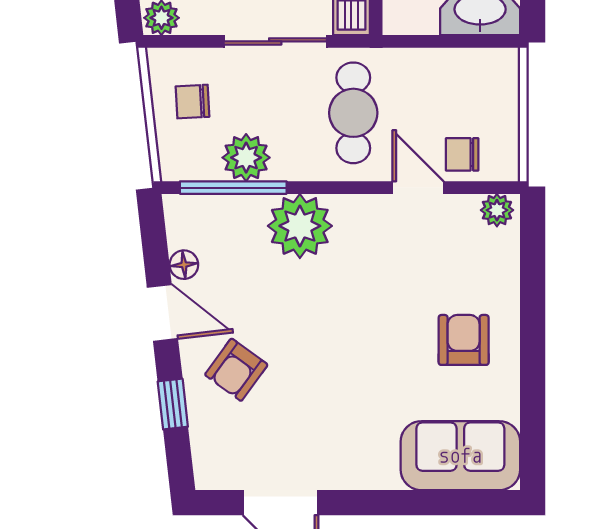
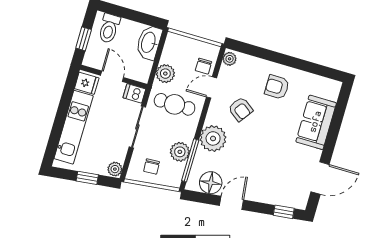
plant: (419, 70) -> (165, 74), added
floor lamp: (184, 265) -> (211, 183), width x1.89, depth x1.89
armchair: (236, 370) -> (241, 109), moved
window: (173, 404) -> (284, 212), moved
sofa: (460, 456) -> (316, 122), moved

